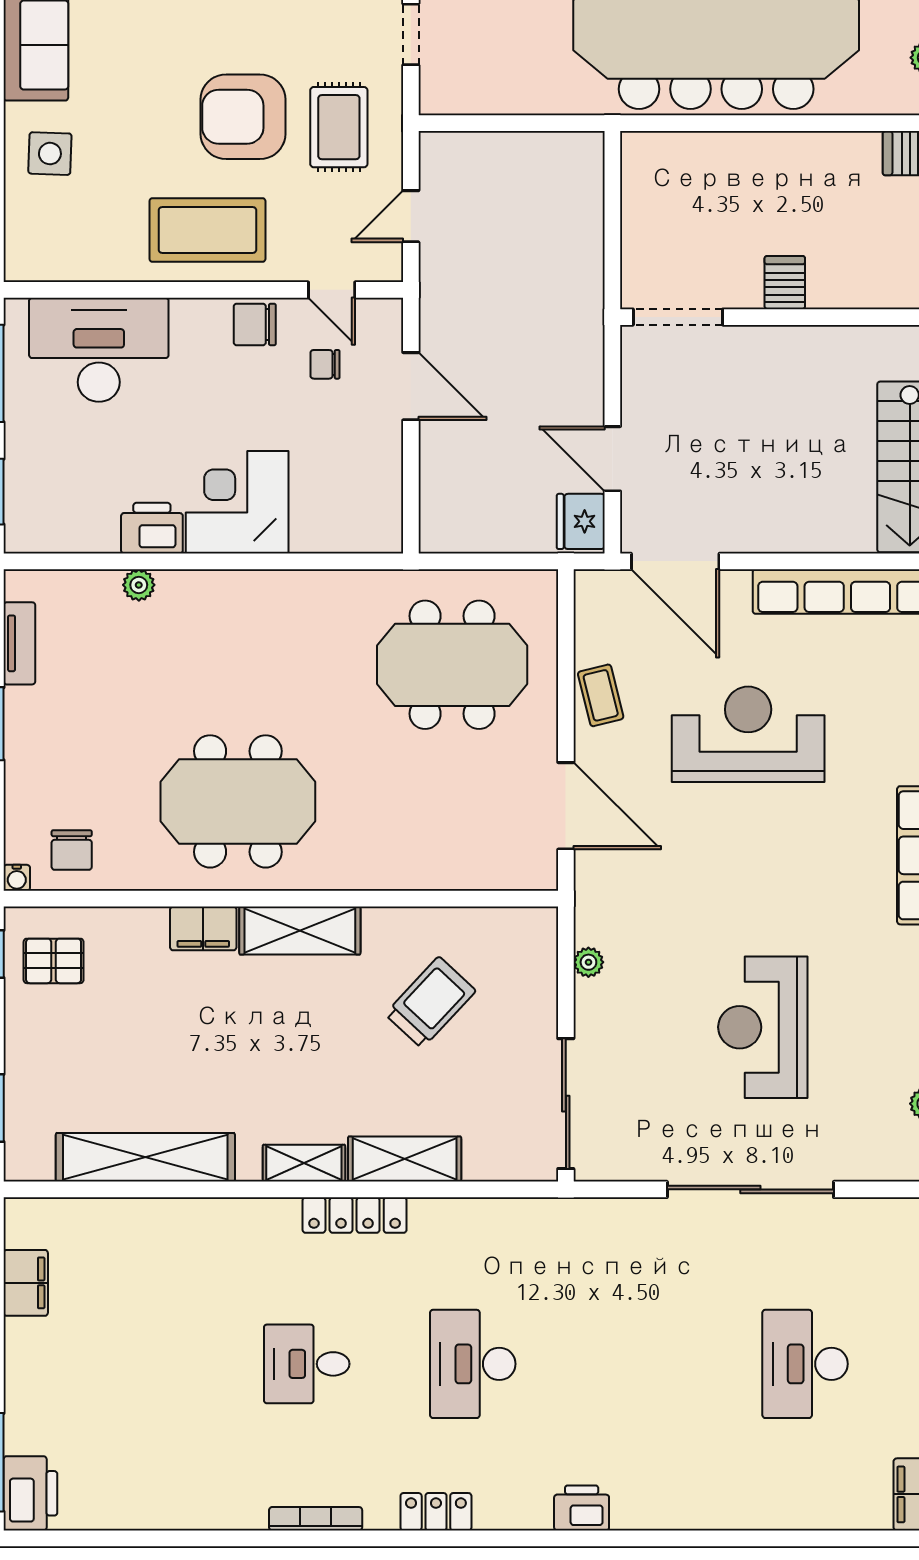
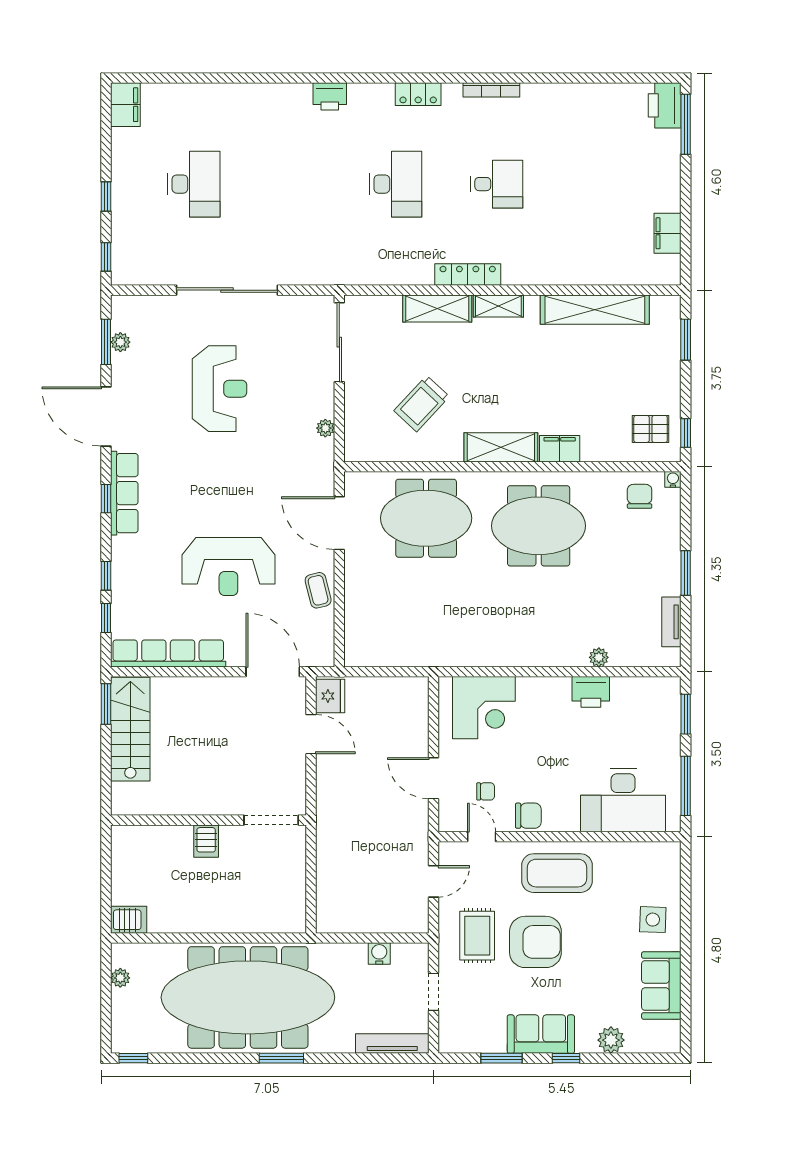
water cooler: (500, 98) -> (379, 954), added
corner desk: (237, 502) -> (484, 708), moved
meeting table: (452, 665) -> (426, 518), moved

